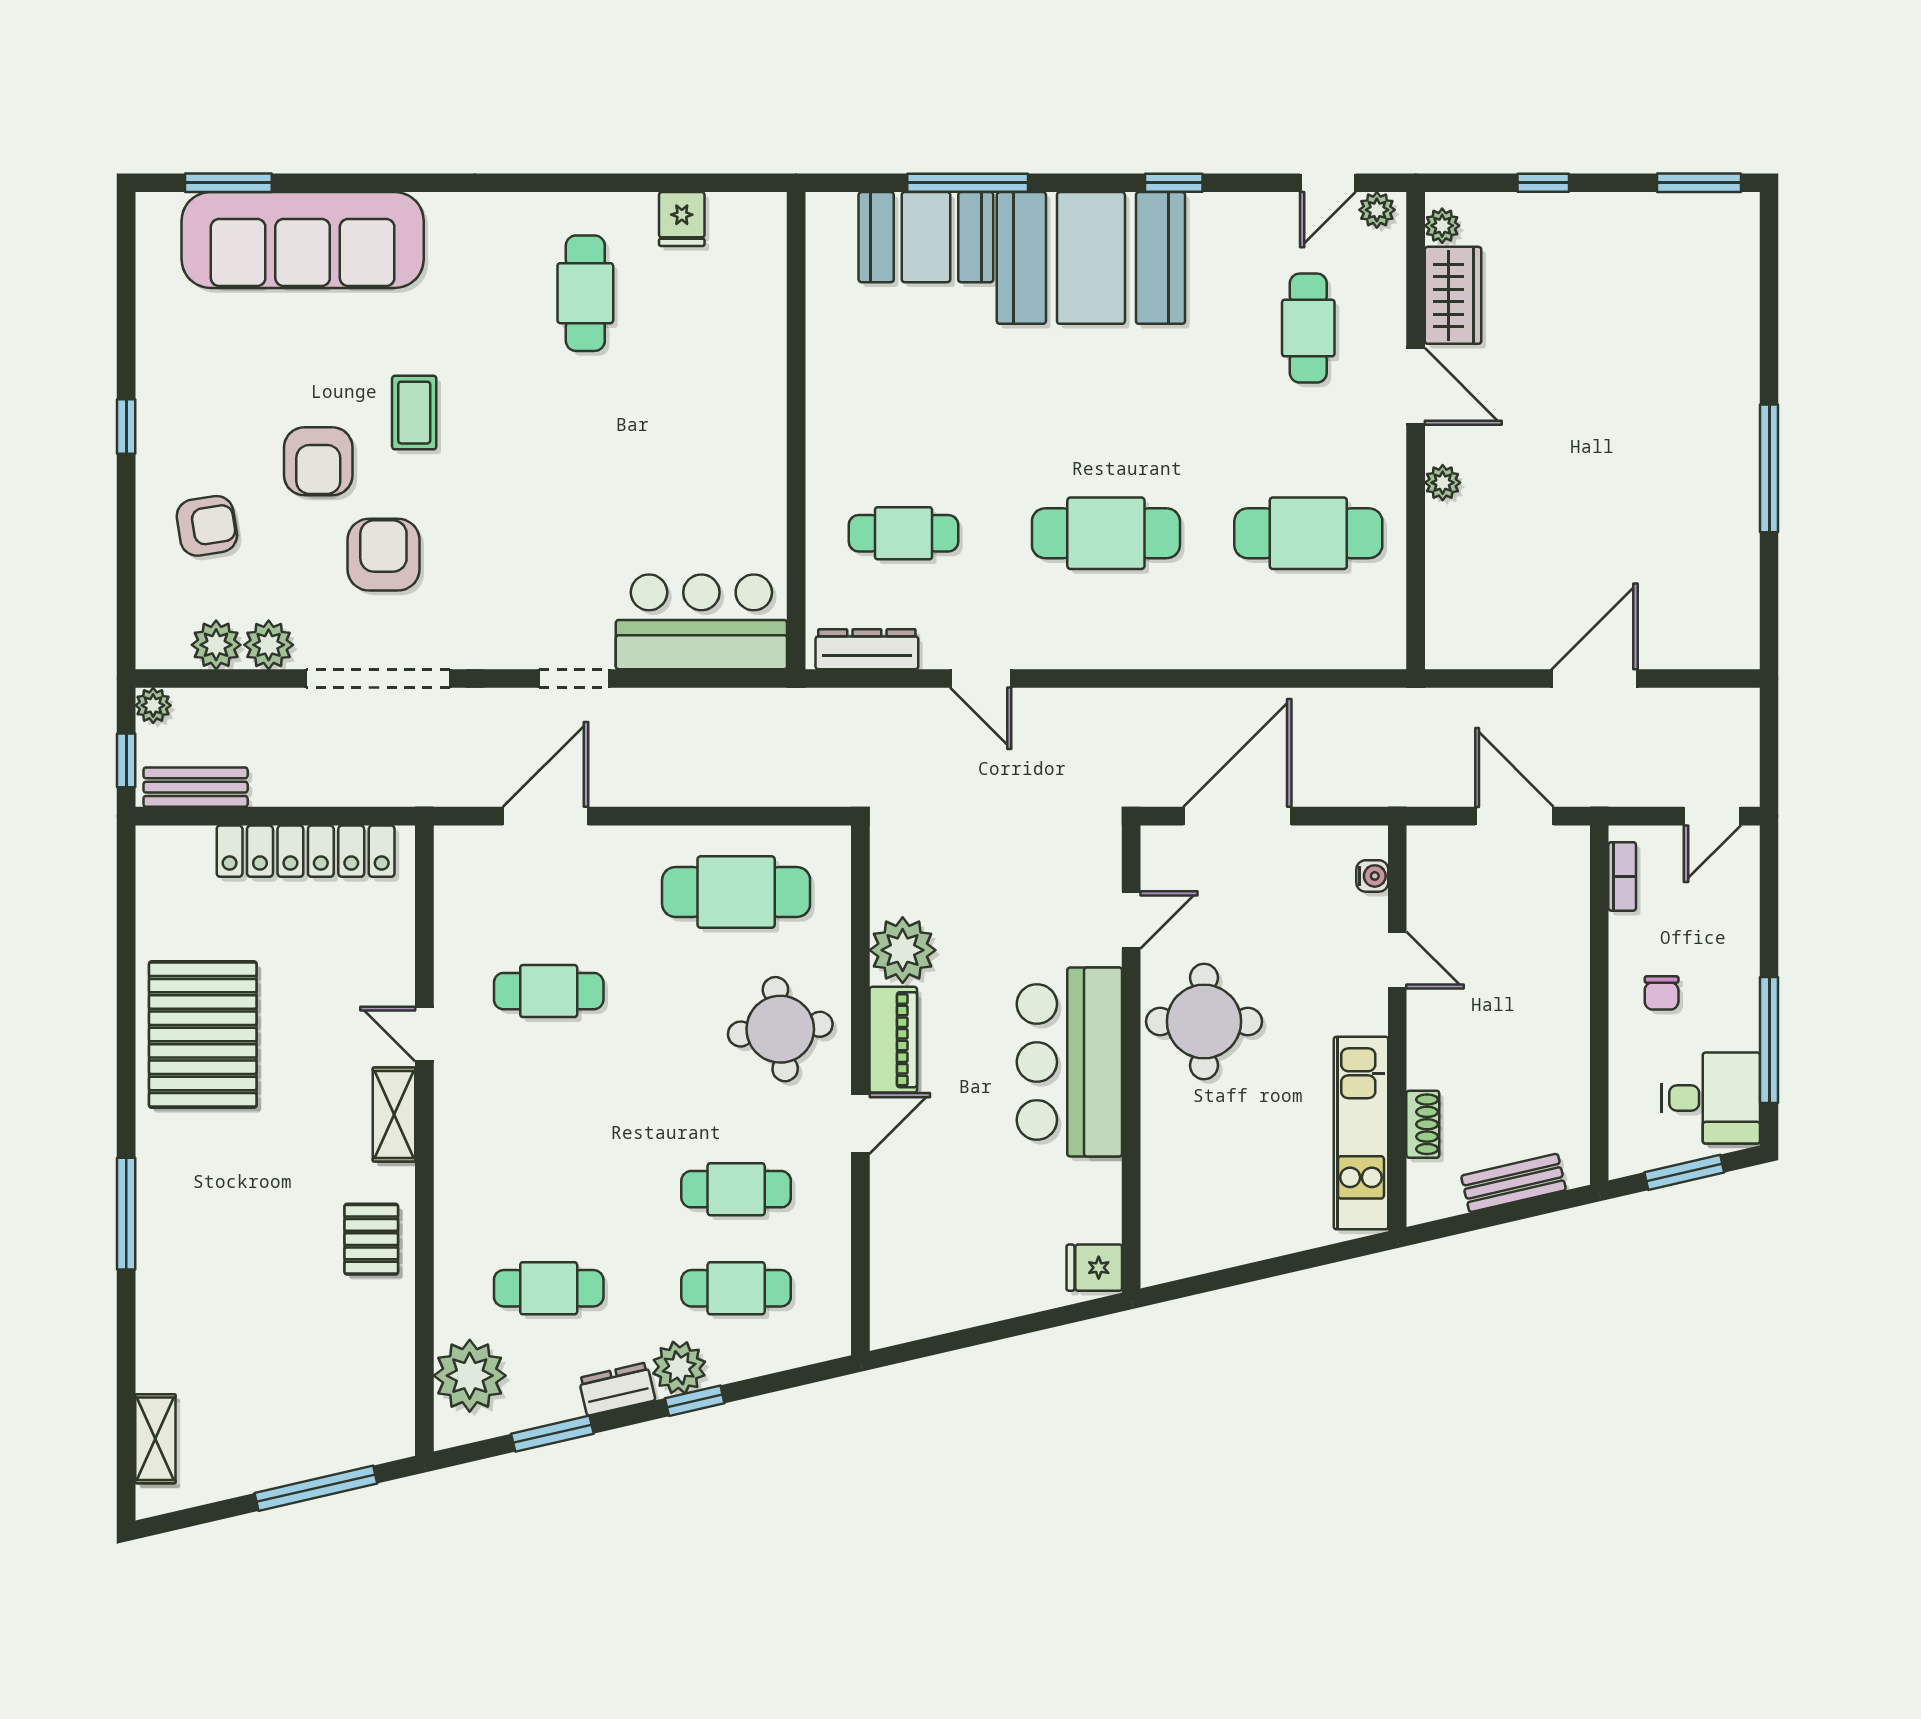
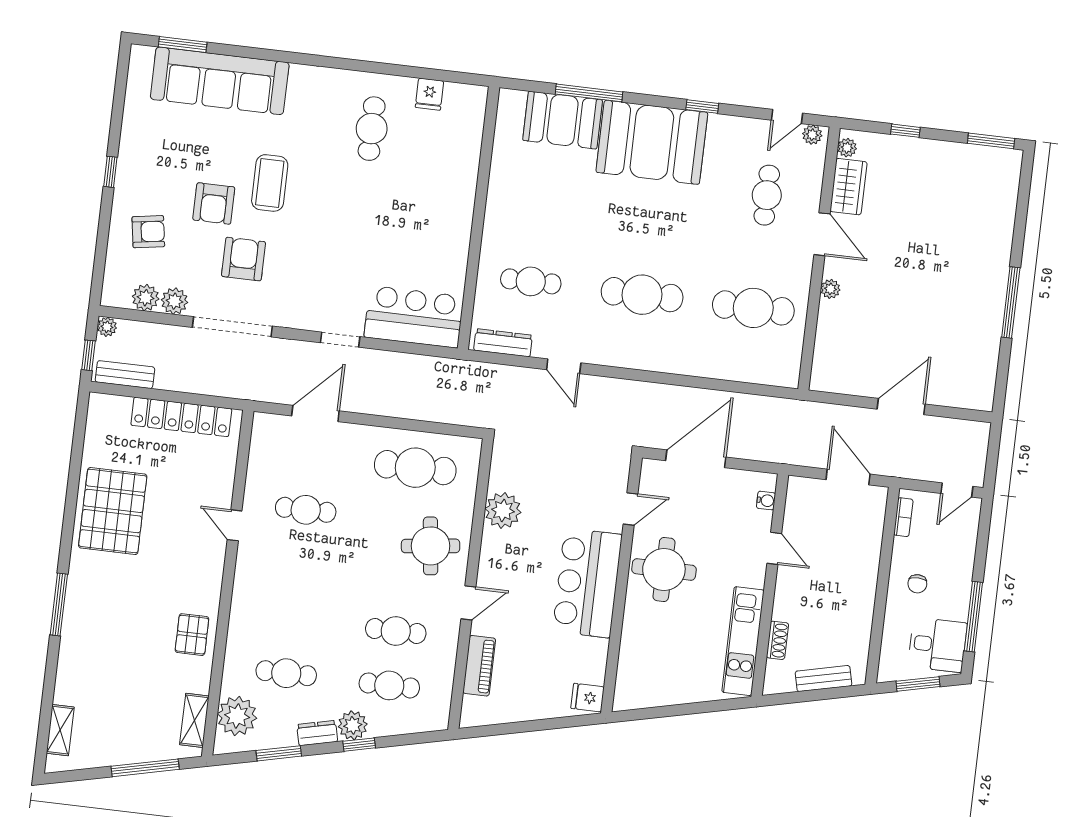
coffee table: (414, 413) -> (270, 183), width x1.36, depth x1.30
piano: (893, 1040) -> (479, 666), moved
shelving: (394, 1115) -> (194, 720), moved

